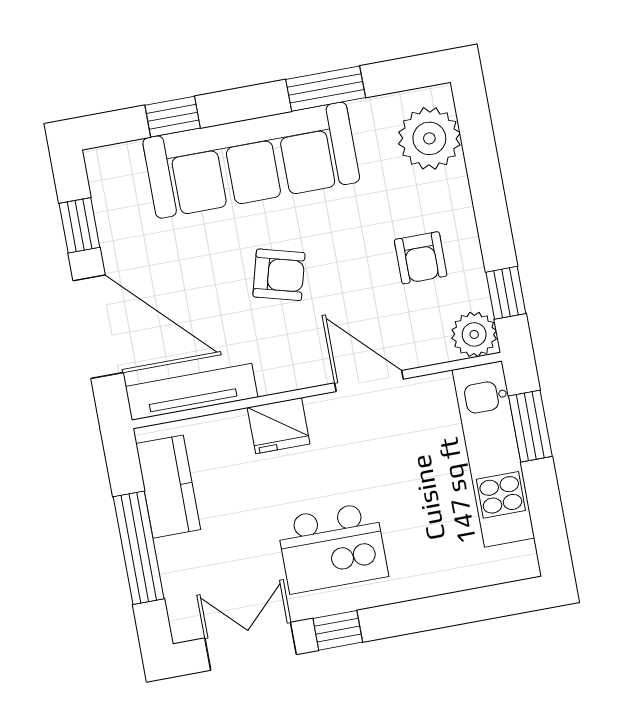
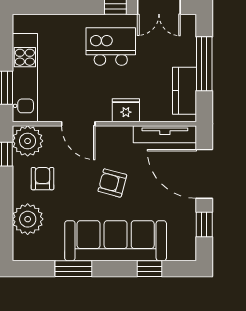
plant: (429, 138) -> (28, 219), moved
plant: (474, 334) -> (28, 141), width x1.36, depth x1.36

